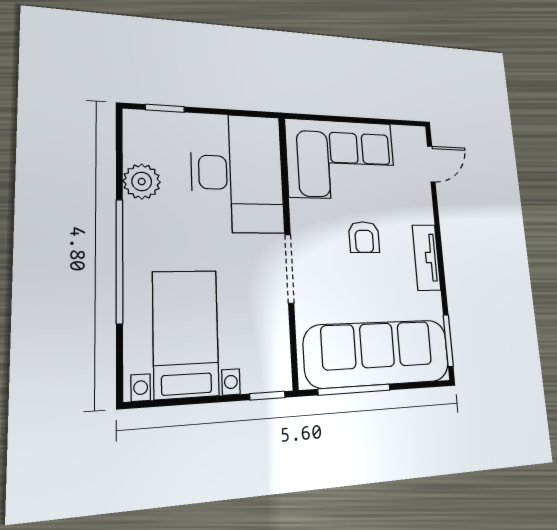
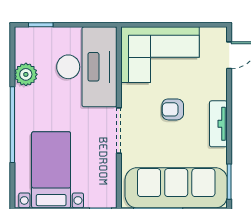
armchair: (364, 237) -> (173, 109), turned 90

